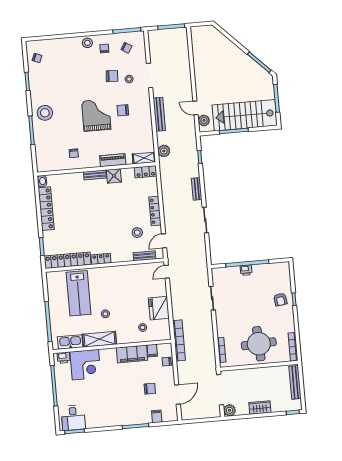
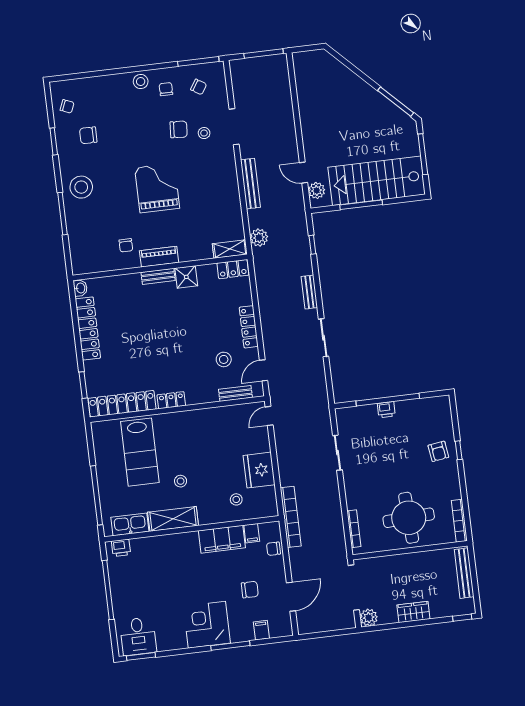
chair: (123, 110) -> (88, 135), moved
piano: (113, 160) -> (159, 257), moved
corner desk: (85, 365) -> (207, 625), moved, turned 180

